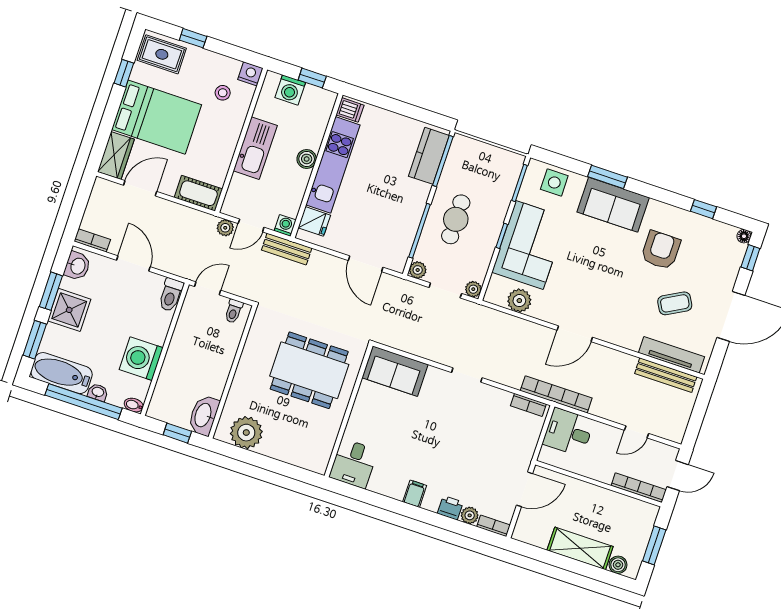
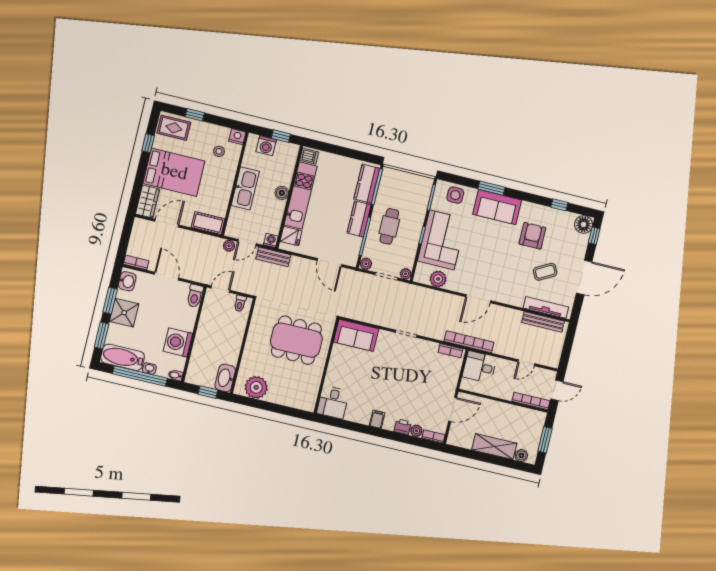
kitchen counter: (413, 205) -> (359, 219), added
floor lamp: (744, 236) -> (584, 224), width x1.89, depth x1.89

